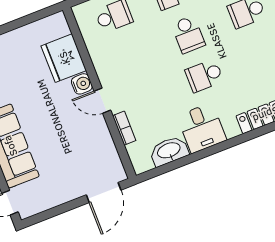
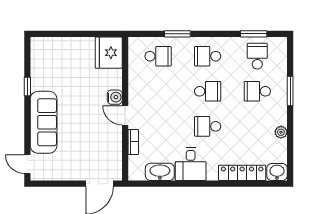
school desk: (188, 34) -> (208, 91), turned -90
fridge: (64, 58) -> (109, 53), moved

